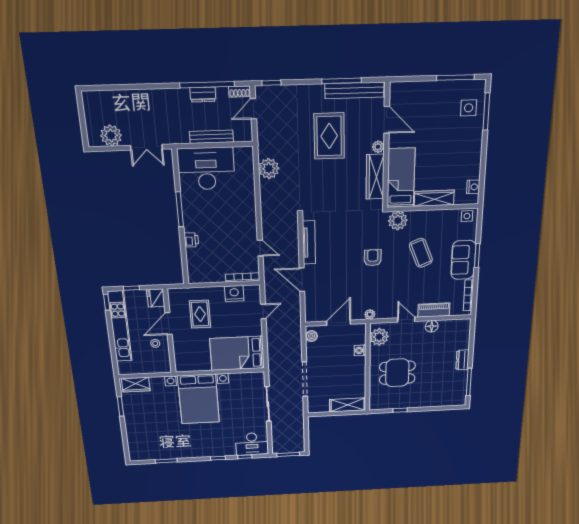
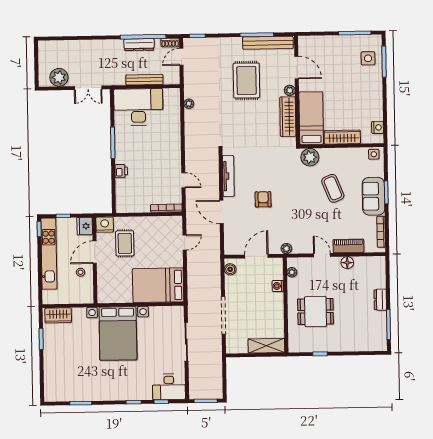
dresser: (203, 94) -> (139, 45), width x1.44
plant: (269, 169) -> (189, 104), width x0.53, depth x0.53
armchair: (373, 258) -> (263, 199), moved
nightstand: (234, 294) -> (105, 225), moved
plant: (379, 337) -> (292, 272), width x0.53, depth x0.53

